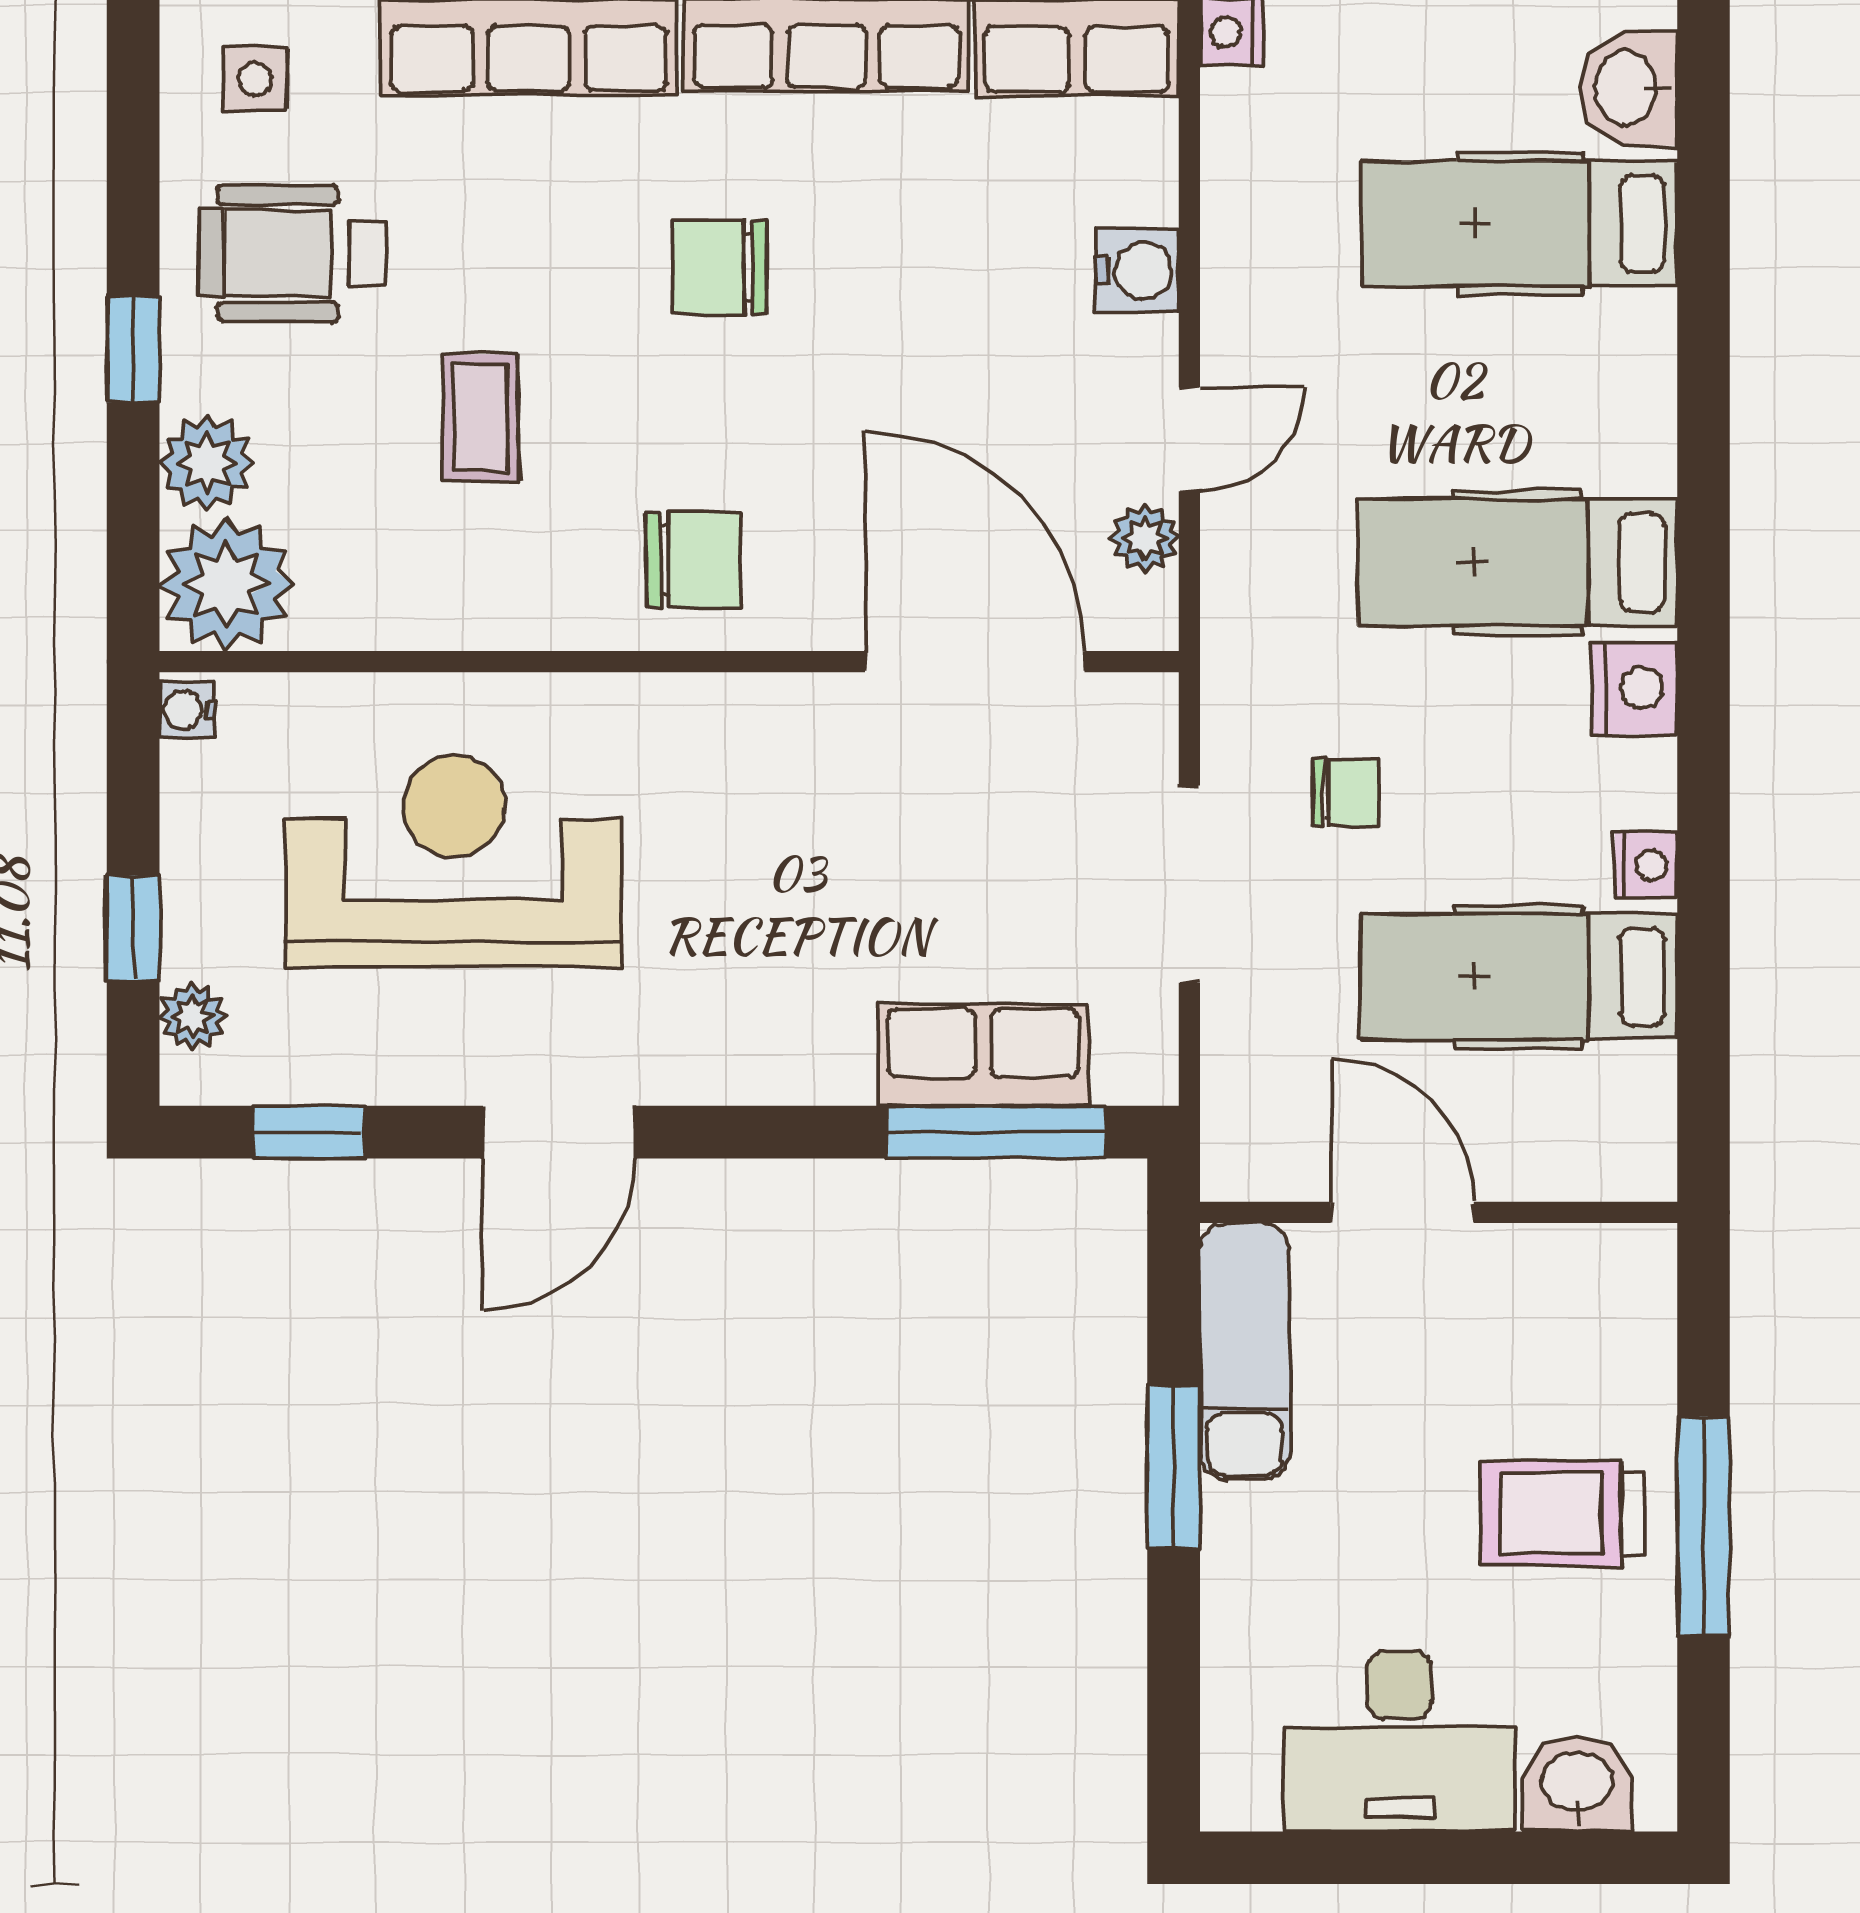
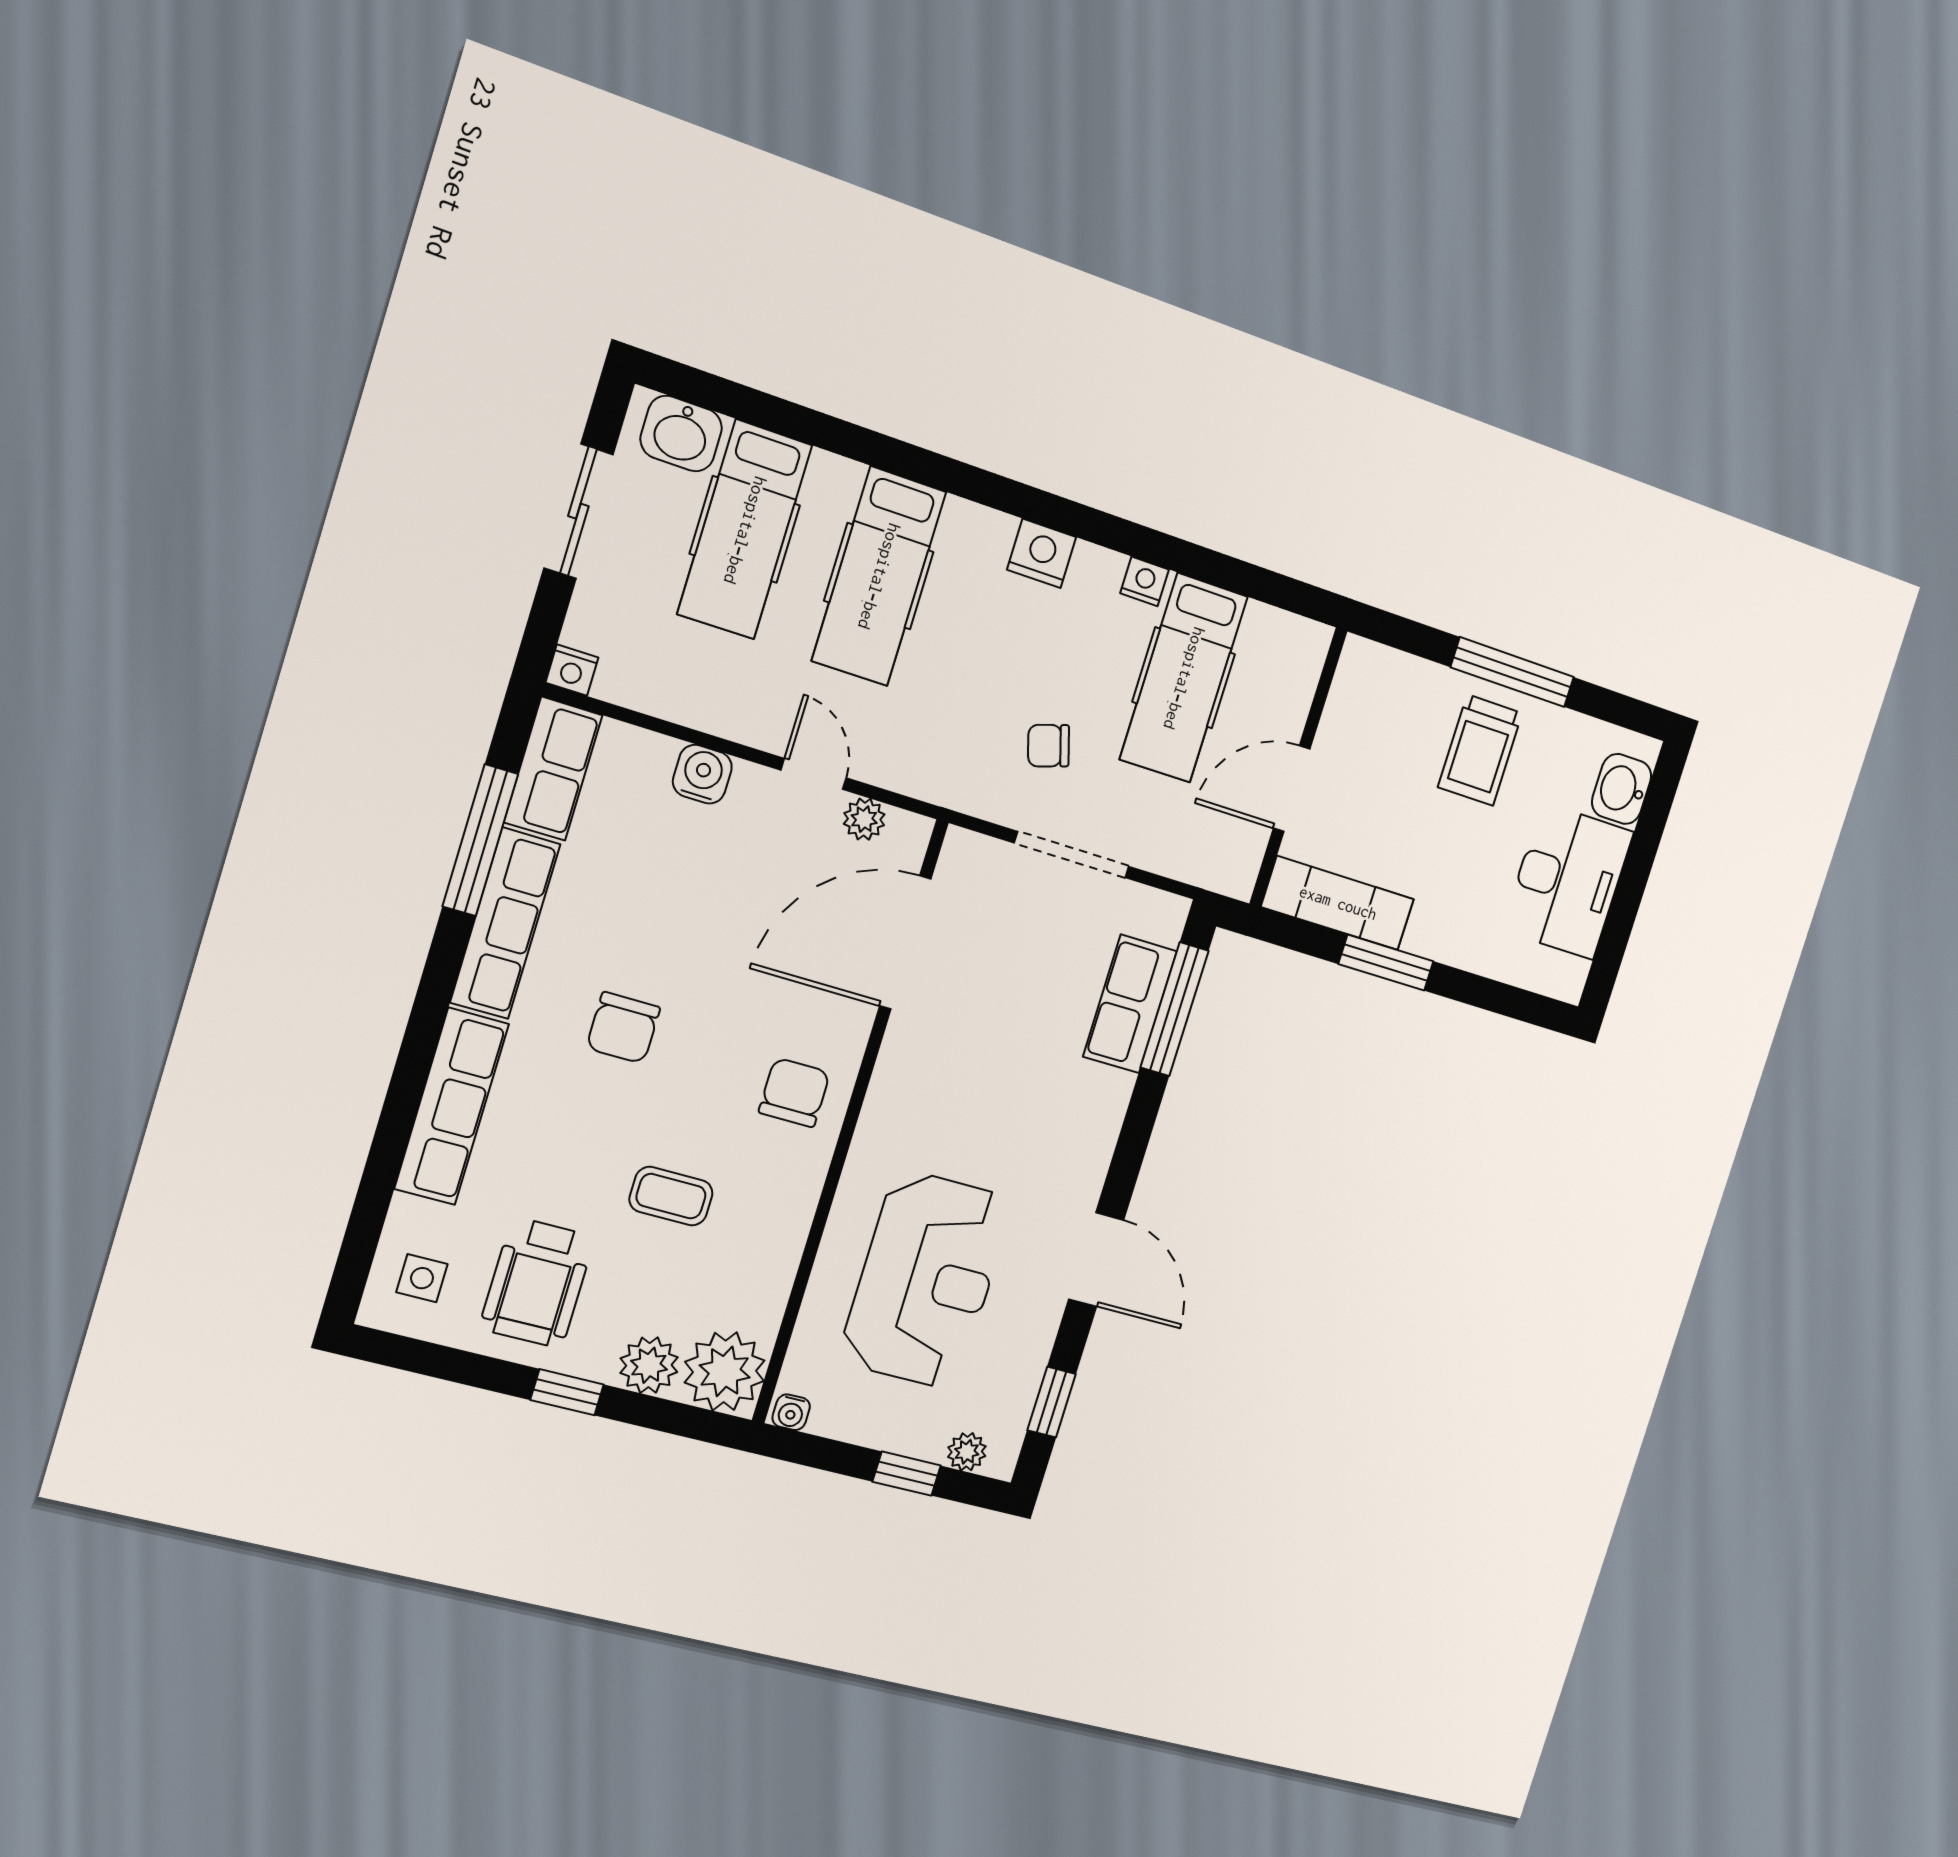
hospital bed: (1517, 562) -> (879, 576), moved
chair: (1346, 793) -> (1048, 746), turned -107
reception desk: (454, 861) -> (926, 1280), turned 180

